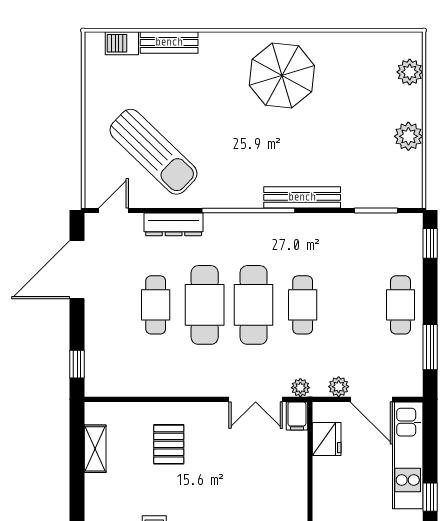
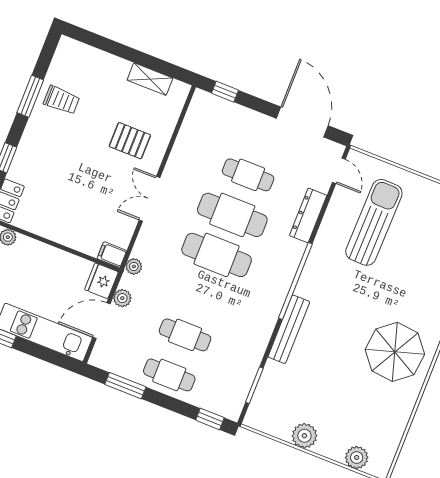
sun lounger: (153, 152) -> (374, 222), turned 137
cafe table: (303, 305) -> (185, 335), moved
double door: (256, 399) -> (150, 199), moved
fridge: (327, 439) -> (101, 281), moved, turned 90

